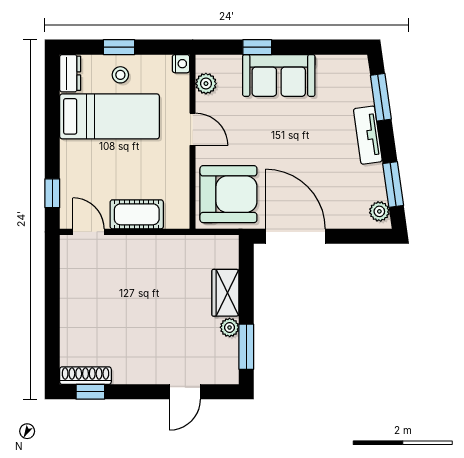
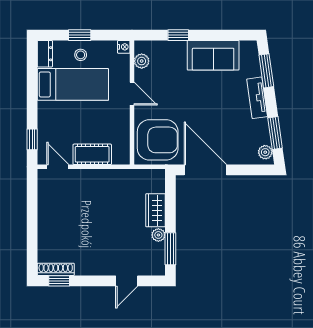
sofa: (279, 75) -> (213, 55), moved

